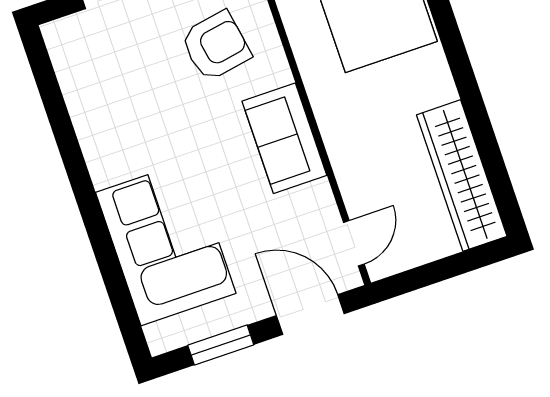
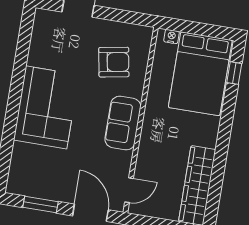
corner sofa: (166, 243) -> (46, 107), moved

